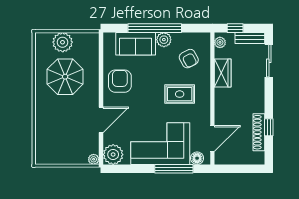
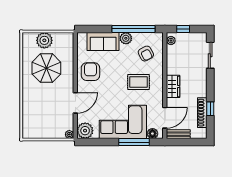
window: (155, 28) -> (134, 29), moved
bench: (250, 38) -> (178, 134), moved
wardrobe: (223, 73) -> (173, 86), moved

